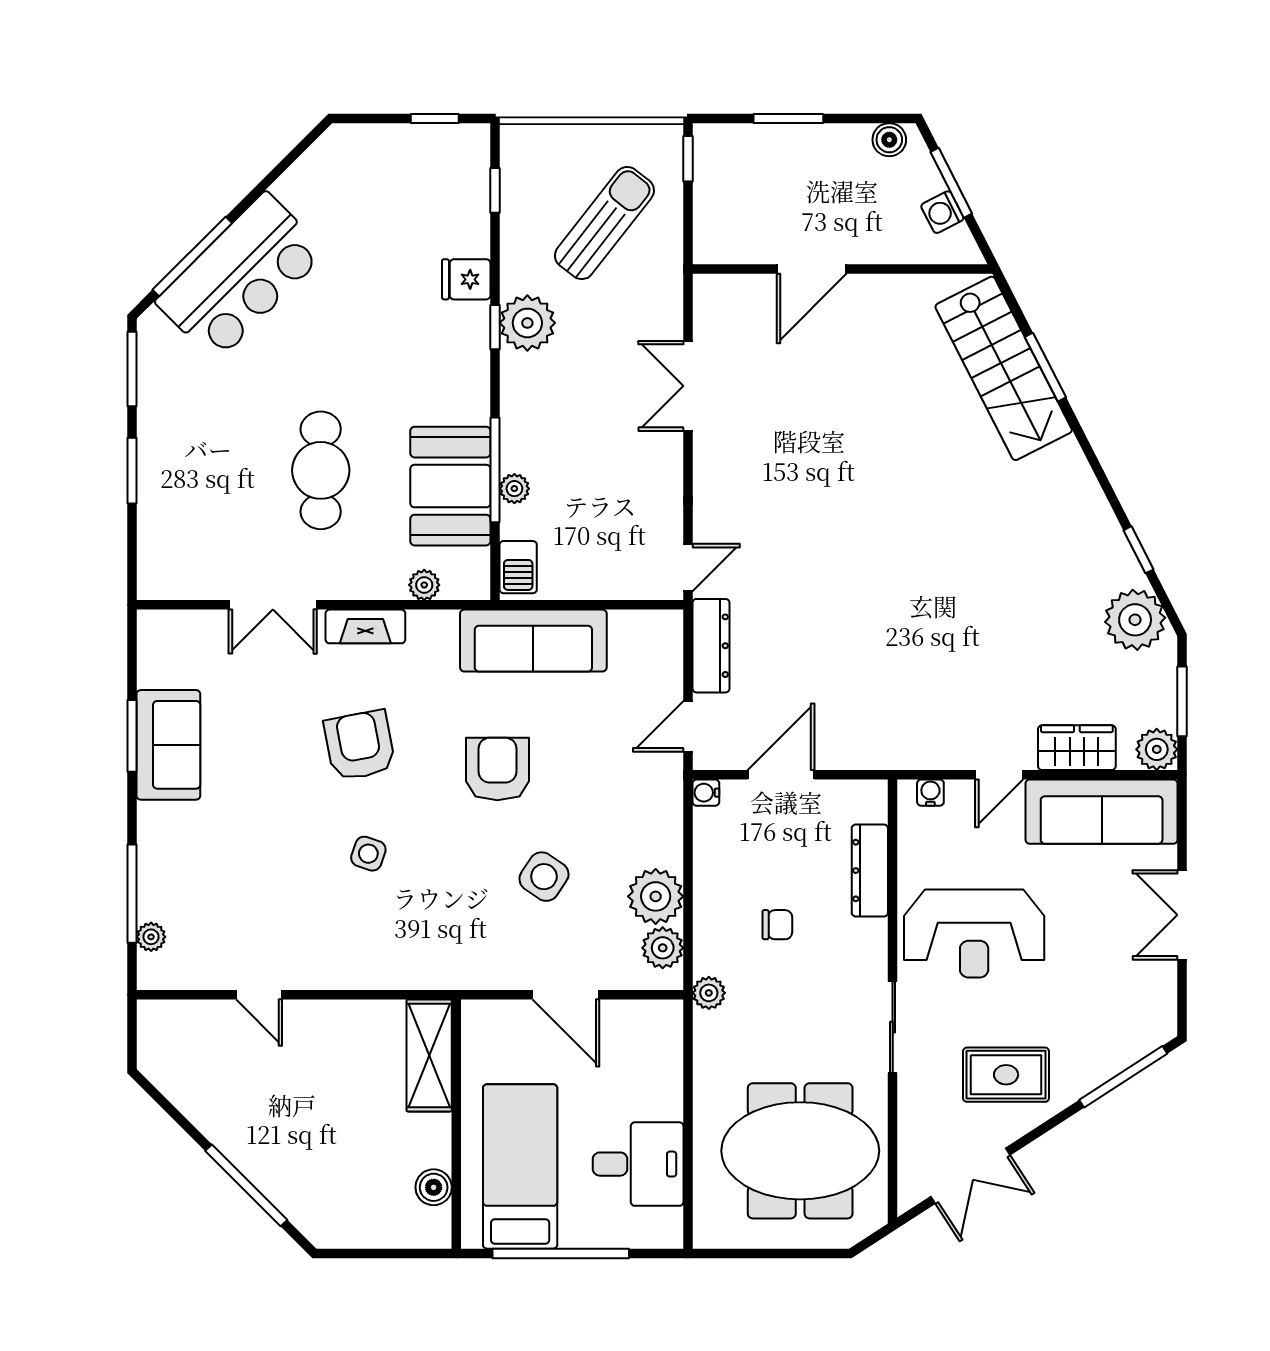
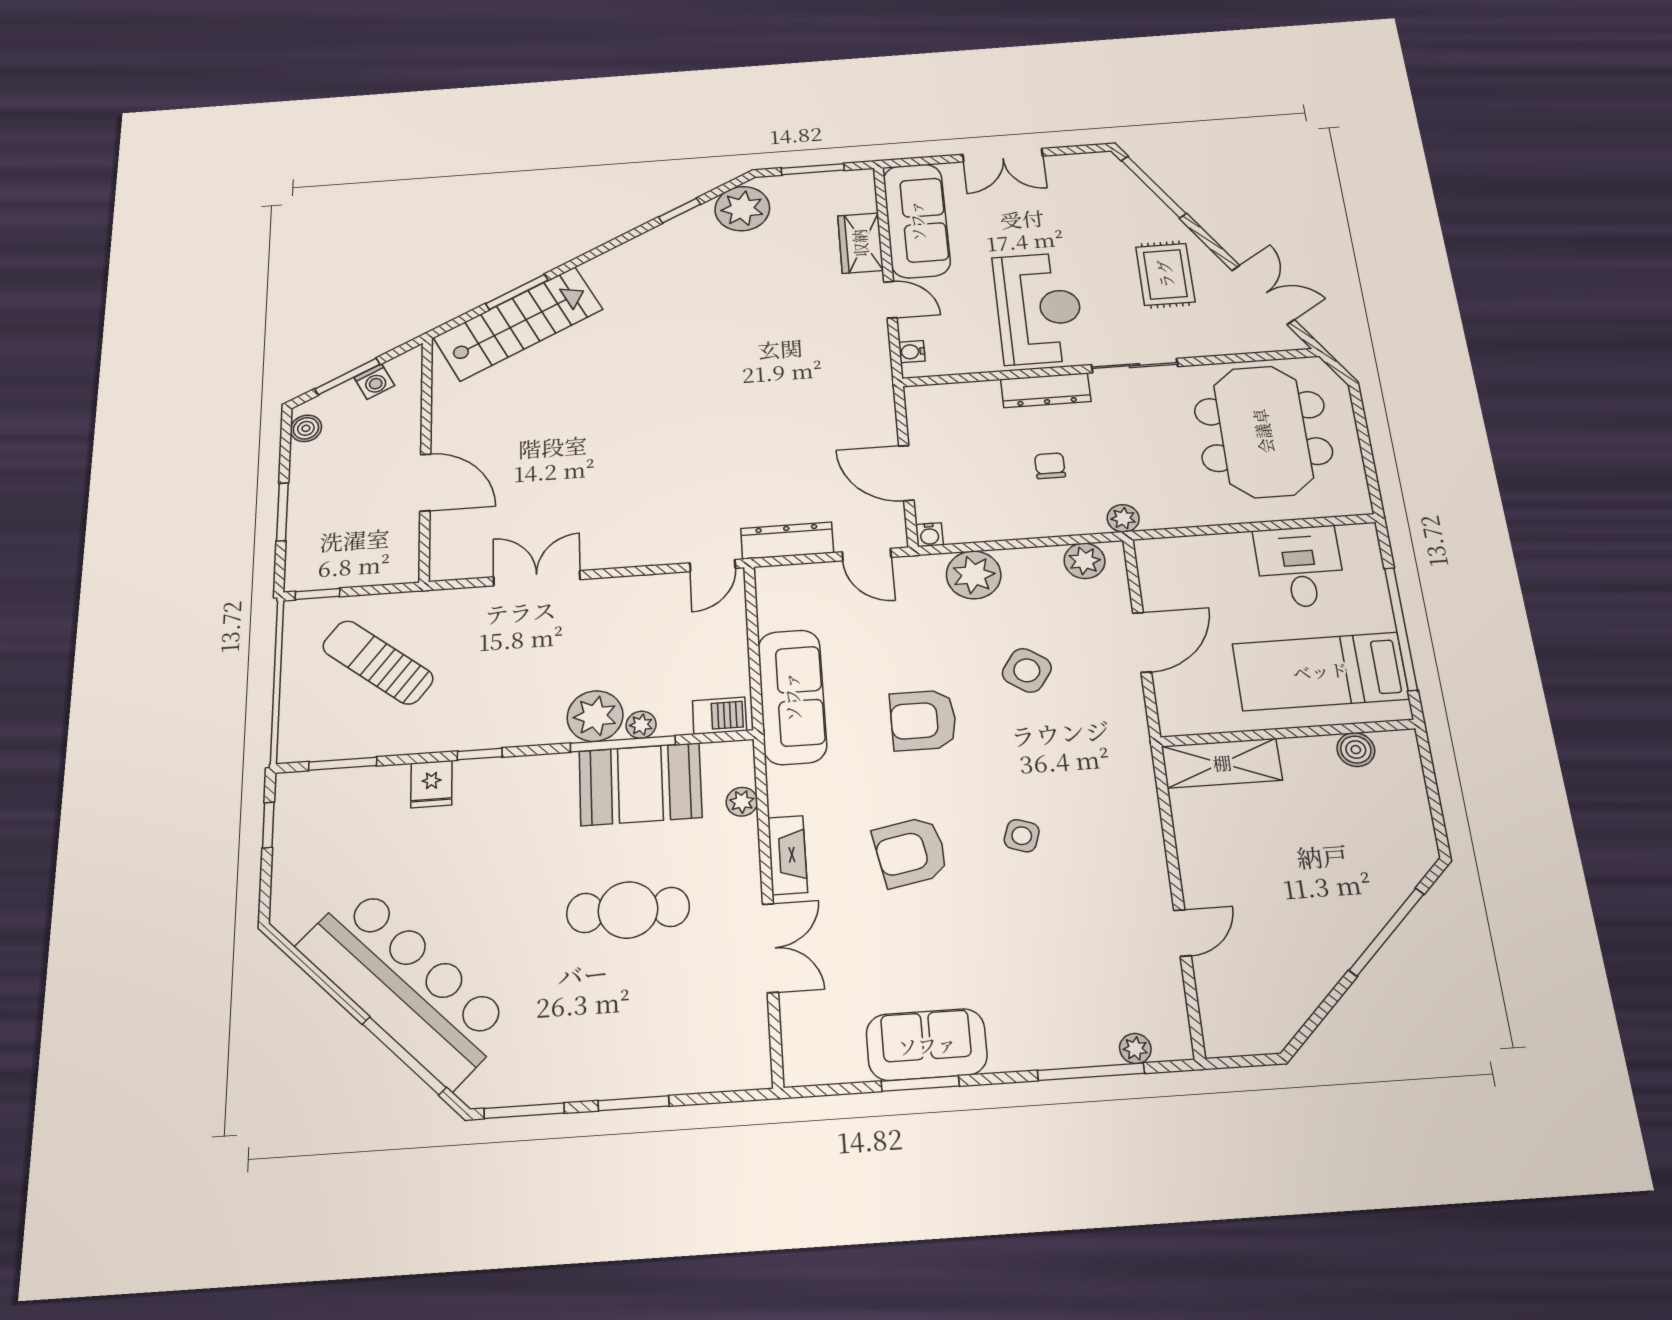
window: (495, 190) -> (343, 764), width x1.50
bar counter: (241, 277) -> (405, 985), width x1.36
plant: (527, 323) -> (595, 716), moved
double door: (688, 386) -> (537, 578), swing flipped
door: (688, 568) -> (713, 566), swing flipped
plant: (1157, 749) -> (857, 184), removed
dresser: (870, 871) -> (1046, 390), moved
plant: (656, 896) -> (974, 575), moved

